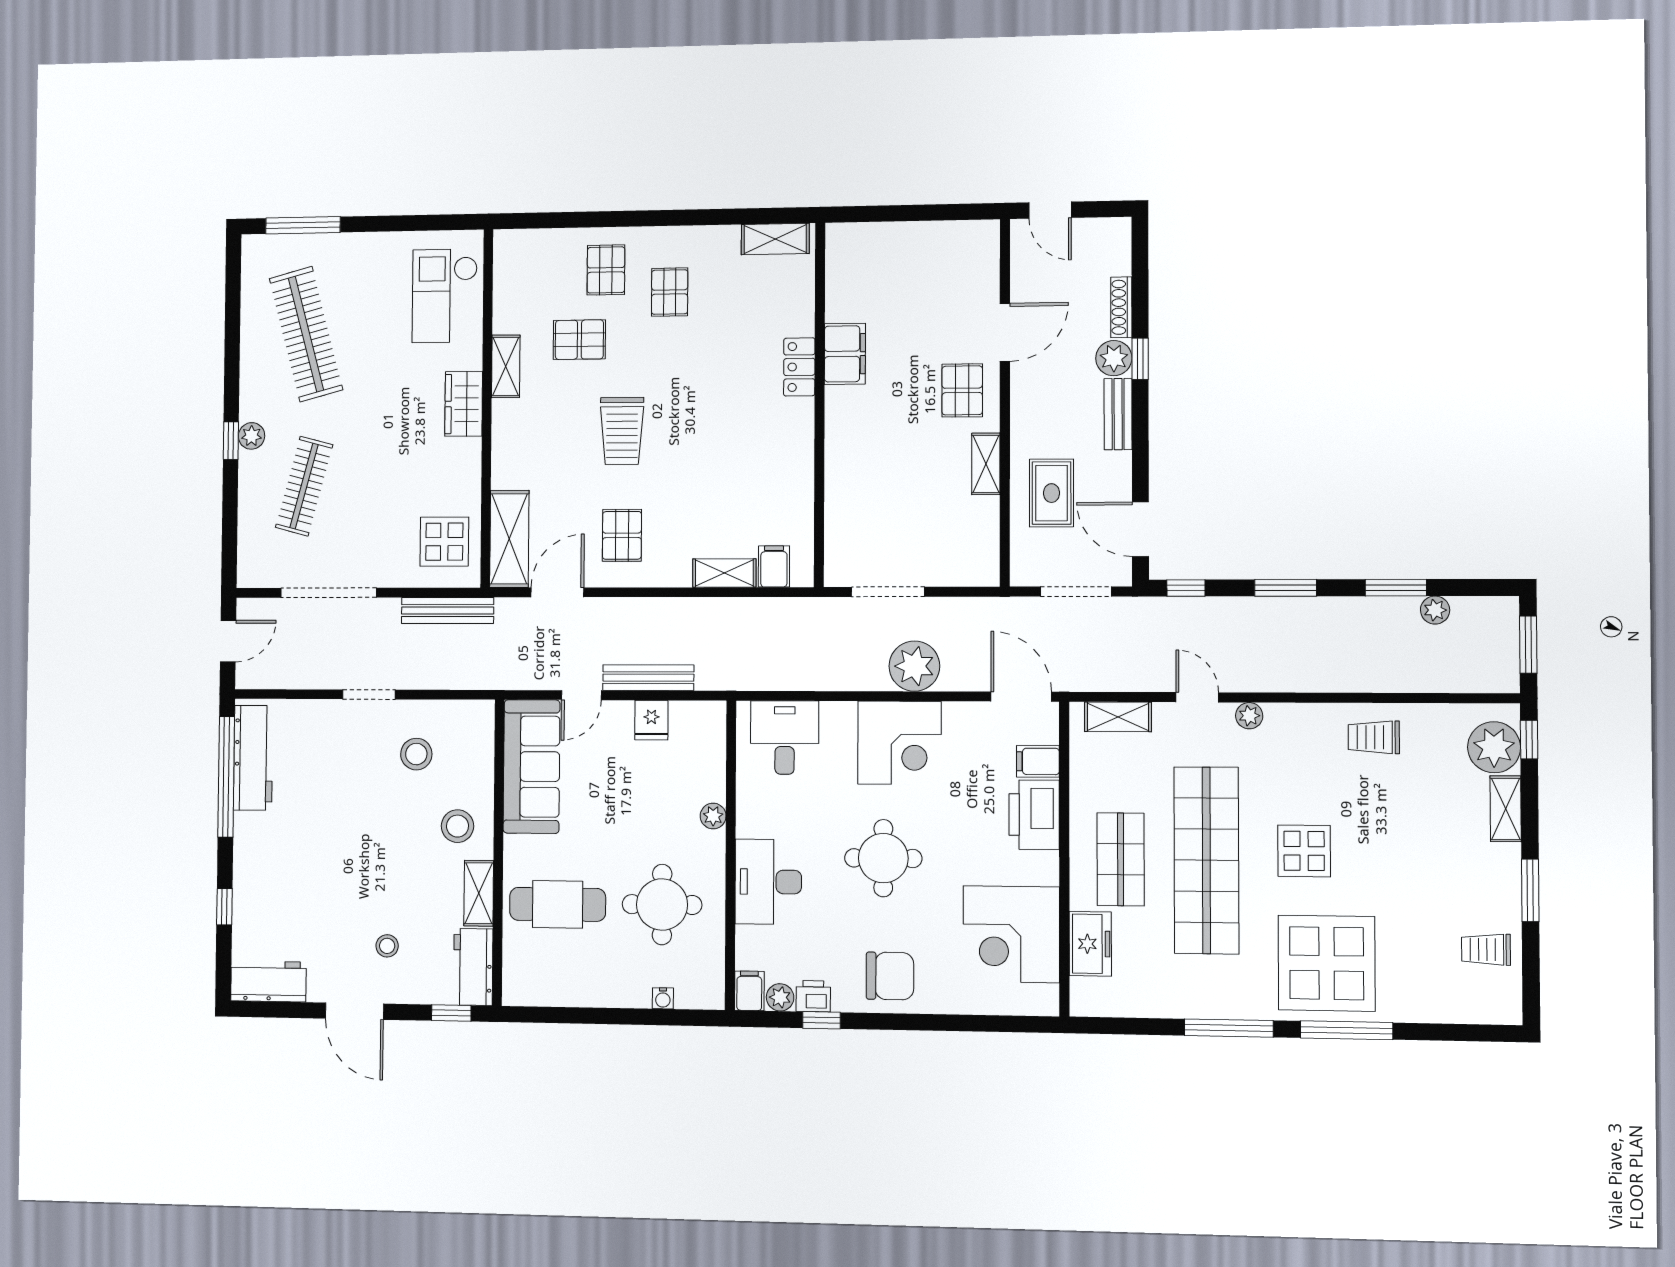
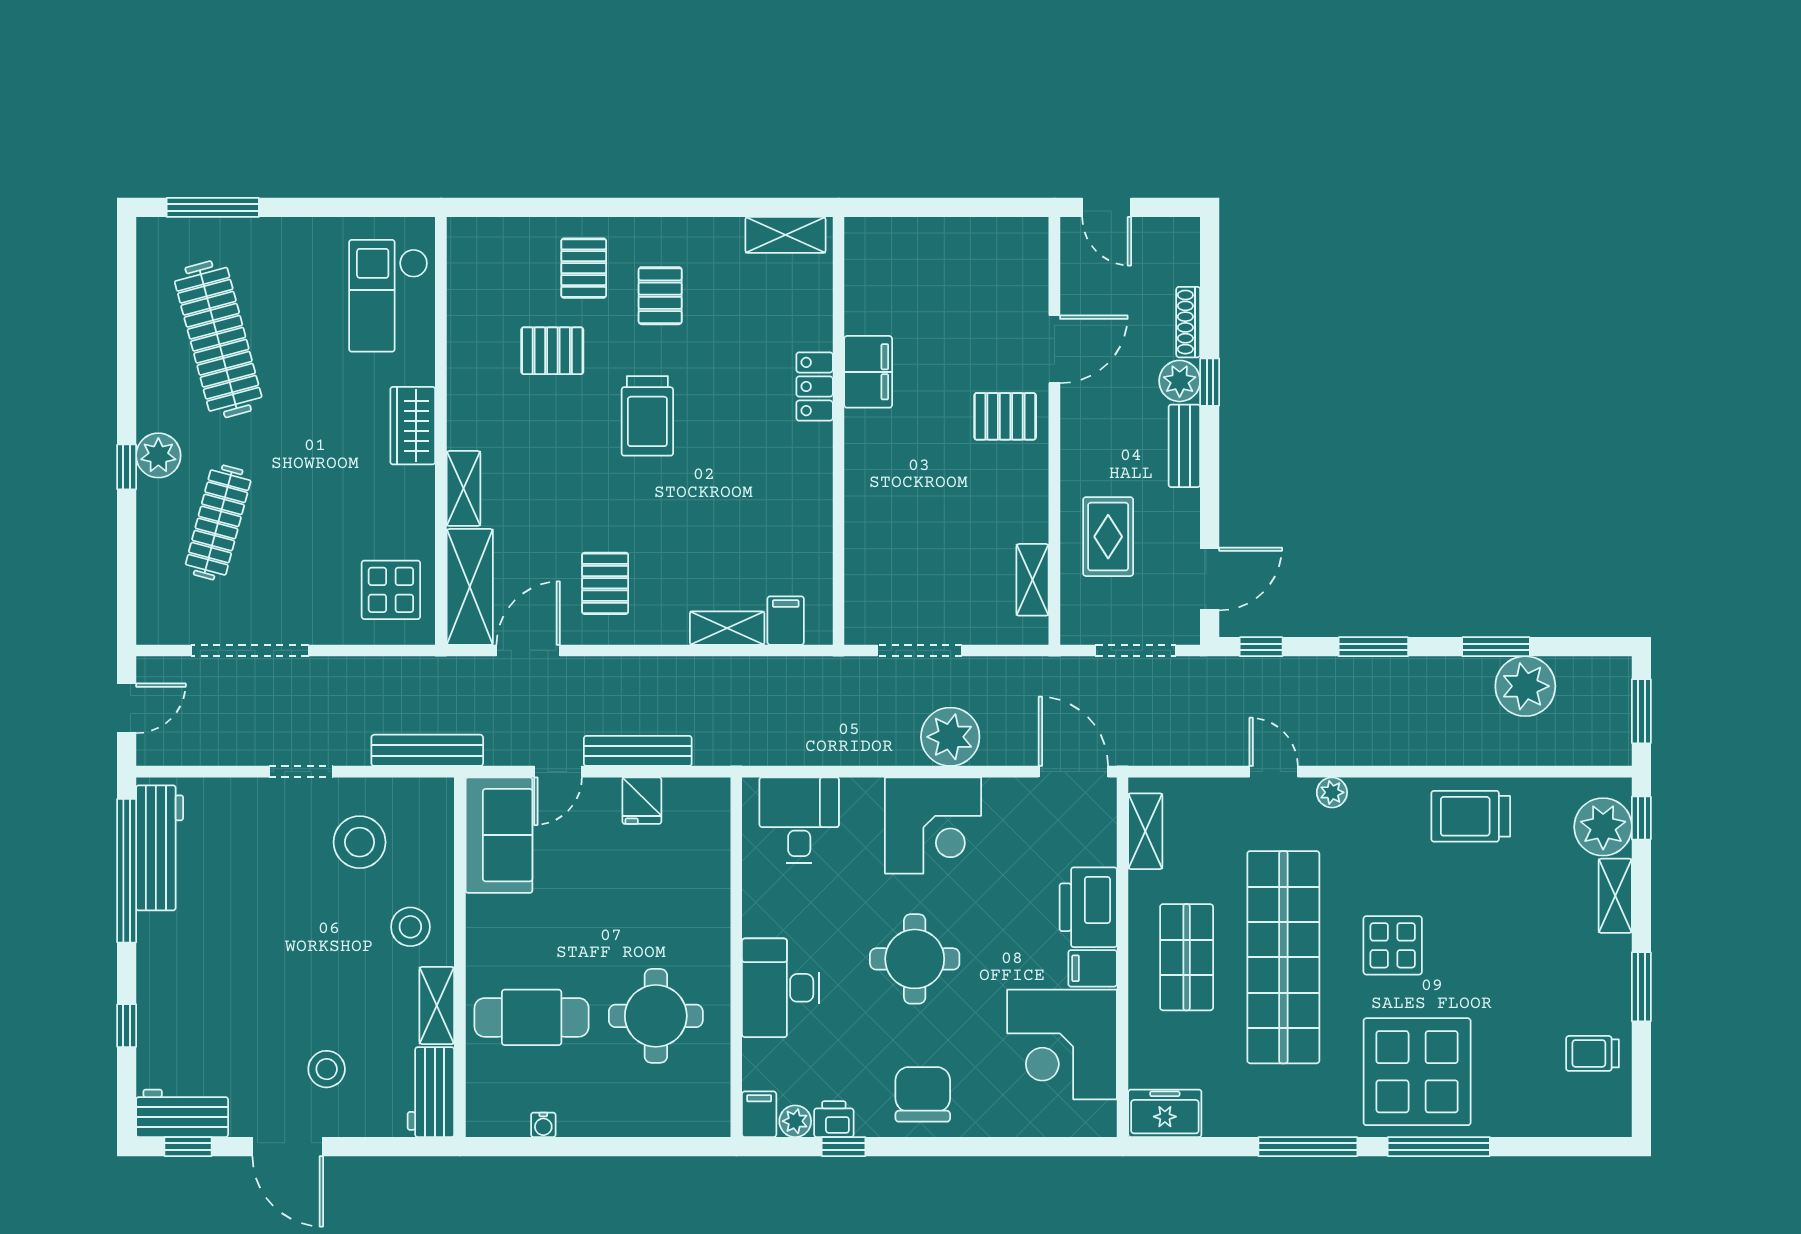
shelving: (506, 366) -> (463, 488), moved
pallet: (962, 390) -> (1005, 416), turned 90
trolley: (622, 431) -> (647, 416), moved
plant: (252, 436) -> (158, 455), width x1.38, depth x1.38
shelving: (986, 464) -> (1033, 580), moved
door: (1140, 529) -> (1210, 579), swing flipped
plant: (1435, 610) -> (1525, 686), width x1.88, depth x1.88
bench: (448, 611) -> (427, 750), moved
shelving: (1118, 717) -> (1145, 831), moved, turned 90
trolley: (1374, 737) -> (1471, 816), width x1.36, depth x1.39
stool: (416, 754) -> (360, 842), width x1.38, depth x1.38
filing cabinet: (1038, 761) -> (1093, 968), moved
sofa: (532, 767) -> (499, 835), width x0.73
plant: (713, 816) -> (716, 912), removed
freezer: (1090, 944) -> (1165, 1113), moved, turned -90
stool: (387, 946) -> (327, 1069), width x1.37, depth x1.37
chair: (890, 976) -> (923, 1094), turned -90
water cooler: (663, 998) -> (543, 1125), moved
window: (451, 1013) -> (188, 1147), moved

